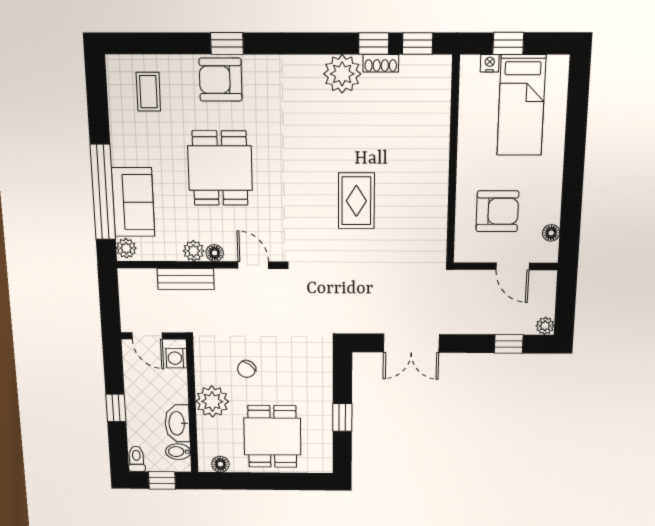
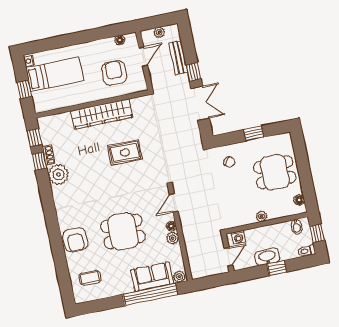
window: (227, 43) -> (56, 240), removed
nightstand: (490, 63) -> (29, 61), moved
wardrobe: (432, 175) -> (102, 114), added
bench: (186, 279) -> (178, 58), moved
plant: (545, 326) -> (159, 32), moved
window: (509, 344) -> (193, 72), moved
chair: (247, 369) -> (229, 162), moved
plant: (212, 401) -> (261, 216), width x0.53, depth x0.53
washbasin: (177, 423) -> (267, 257), moved, turned 180

